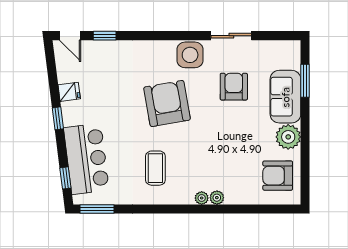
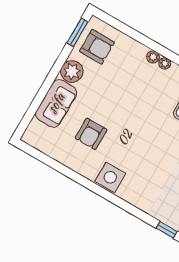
sliding door: (231, 36) -> (70, 174), removed
window: (305, 81) -> (78, 32), moved
armchair: (167, 104) -> (149, 151), removed

